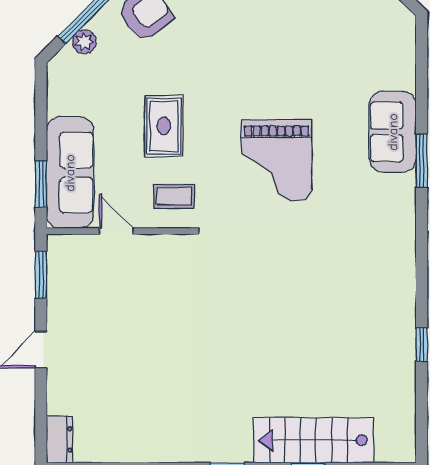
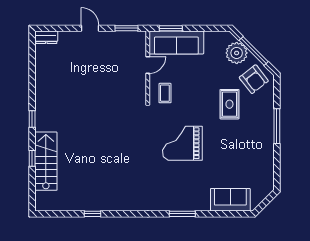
plant: (84, 42) -> (237, 53), width x1.88, depth x1.88
rug: (164, 126) -> (229, 104), moved, turned 90
sofa: (393, 132) -> (230, 200), moved

